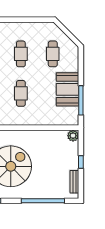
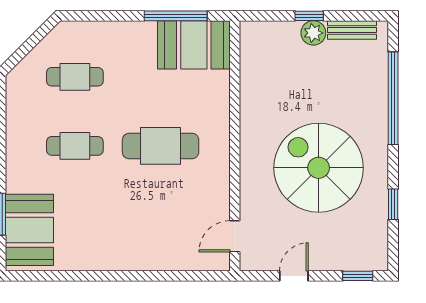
booth: (67, 89) -> (194, 45), moved
cafe table: (21, 93) -> (161, 146), width x1.37, depth x1.35
plant: (73, 136) -> (313, 33), moved

